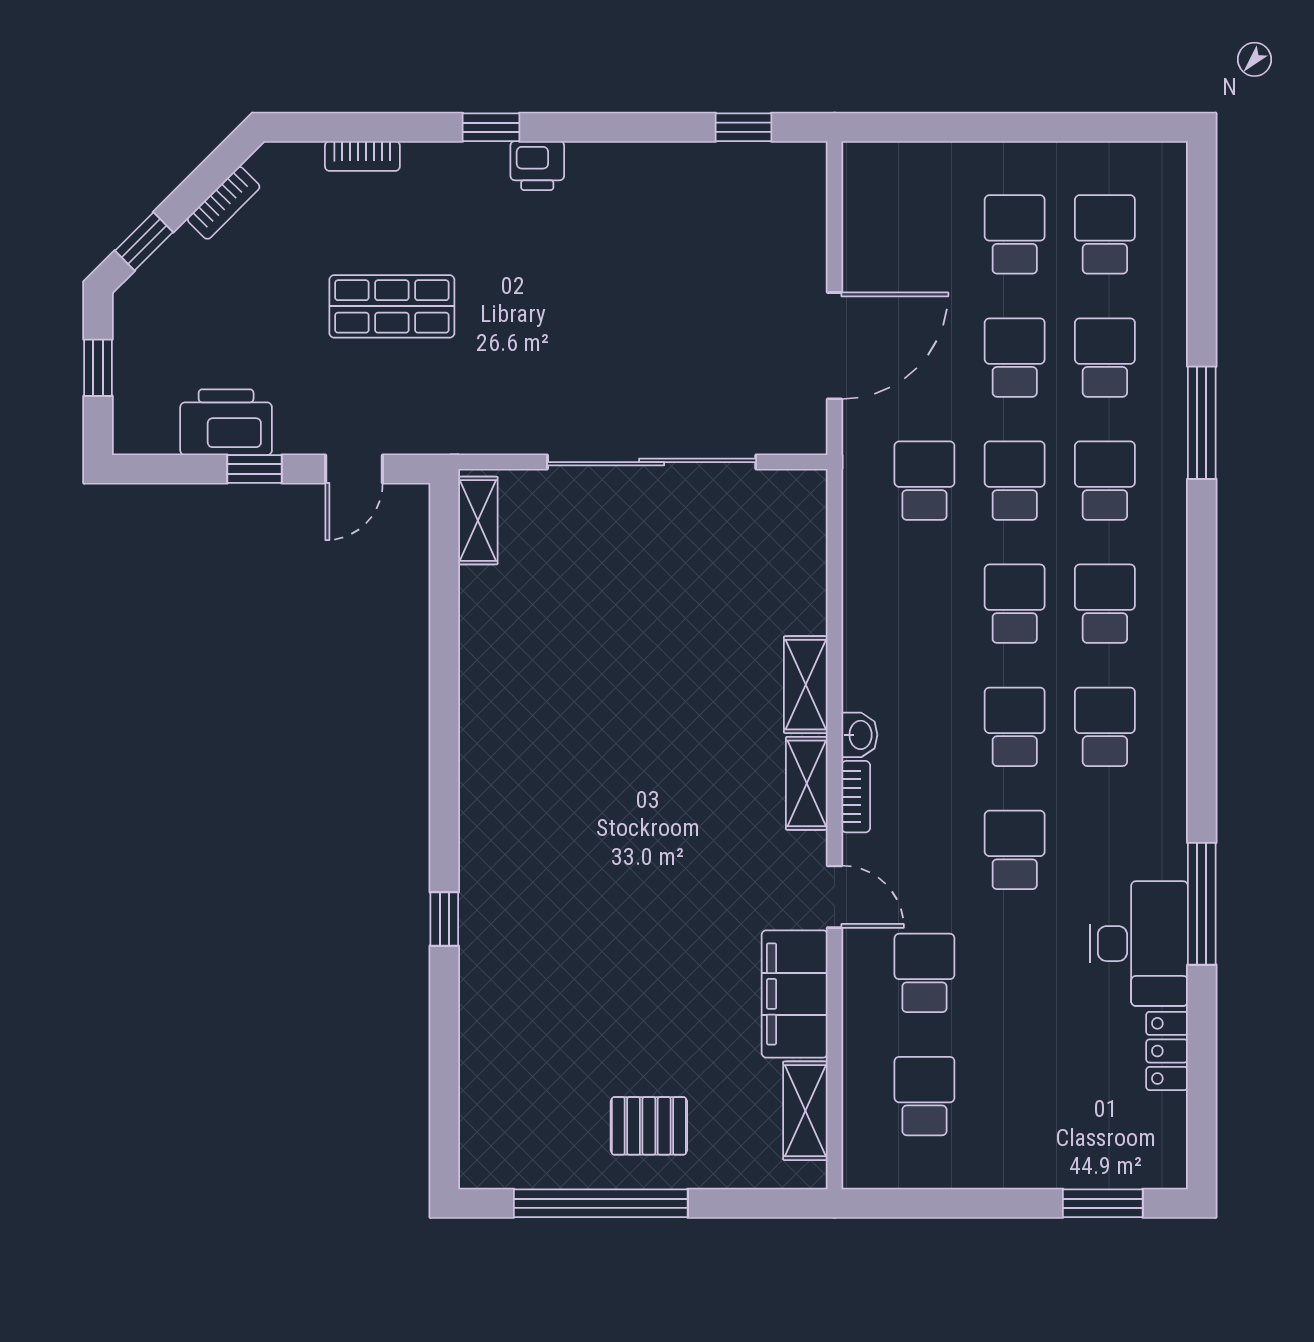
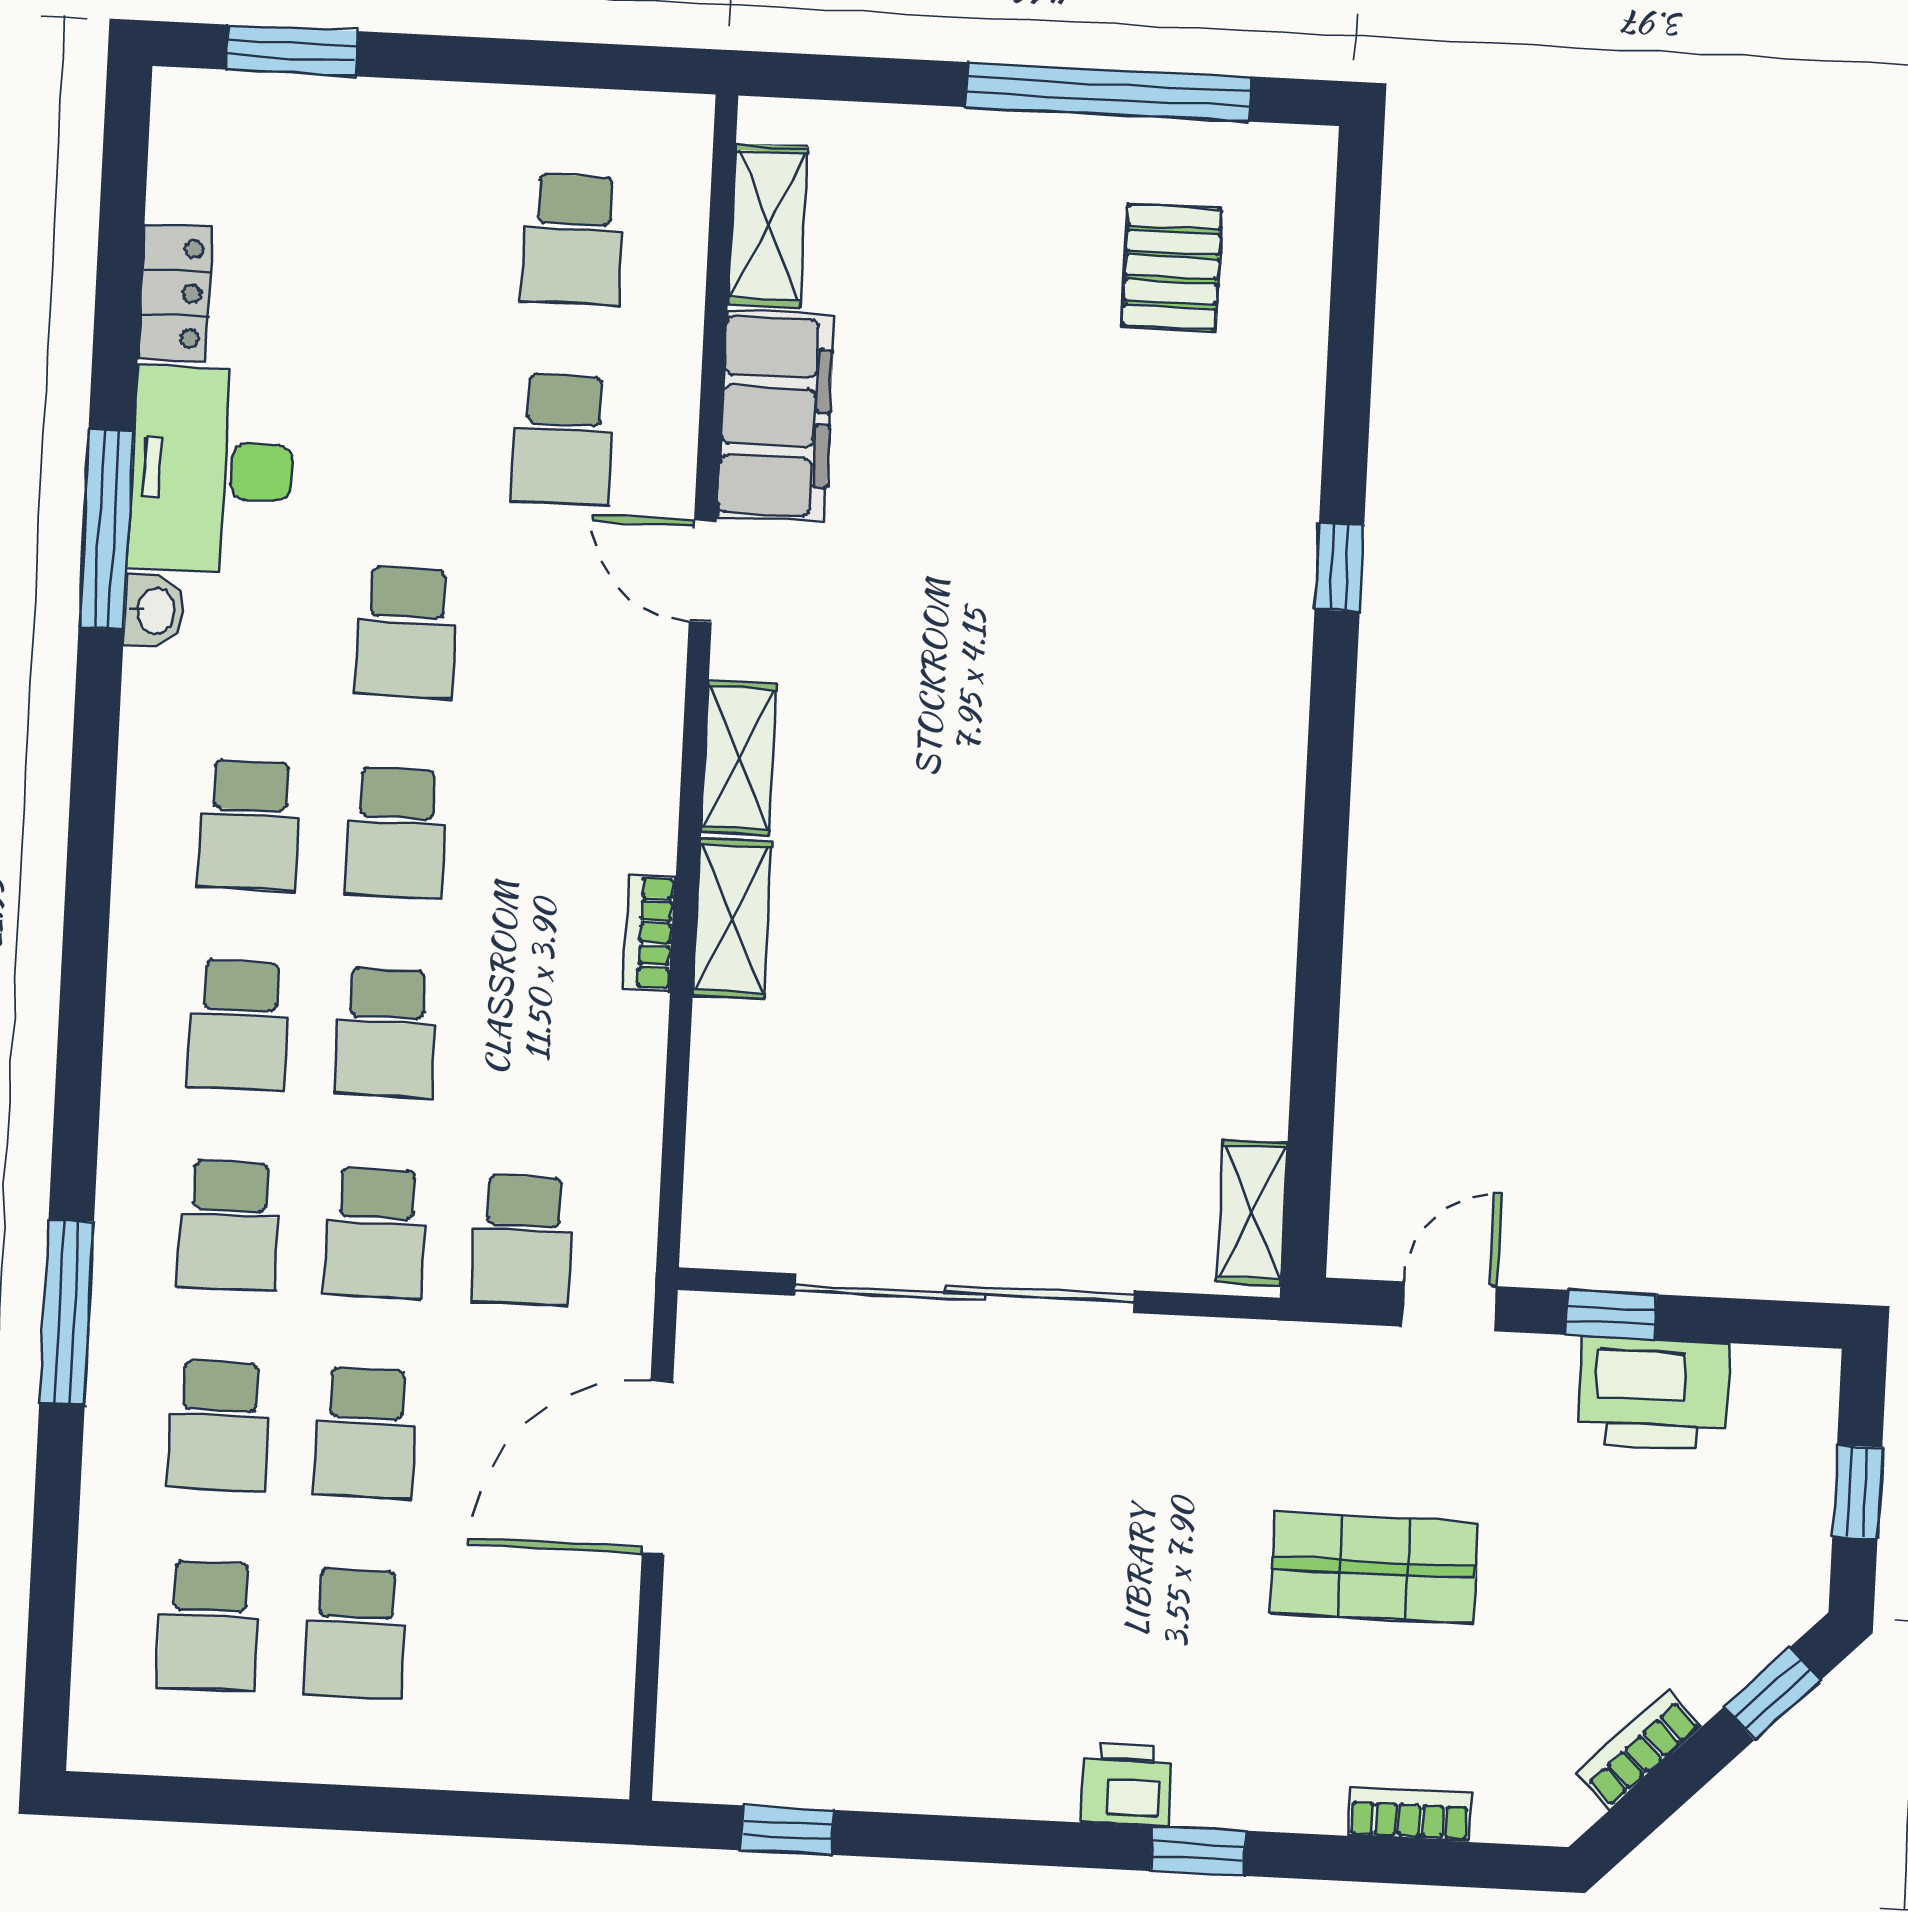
washbasin: (859, 735) -> (154, 611), moved, turned 180
bookcase: (856, 797) -> (650, 933), moved
pallet: (649, 1126) -> (1172, 267), moved, turned 90

